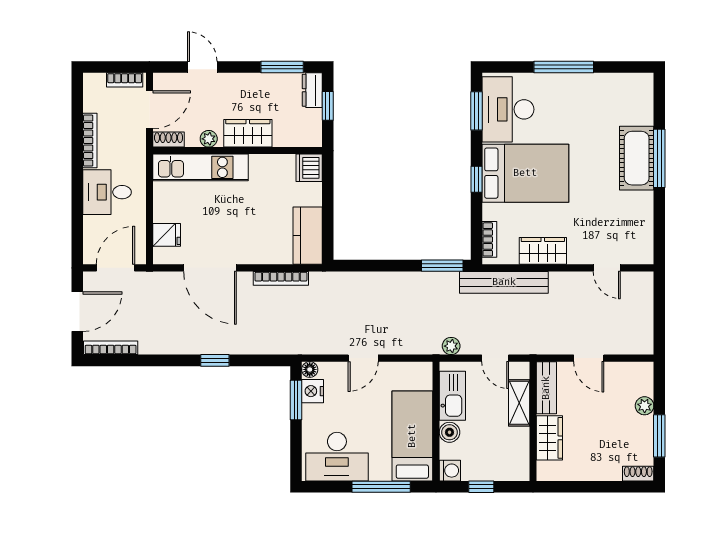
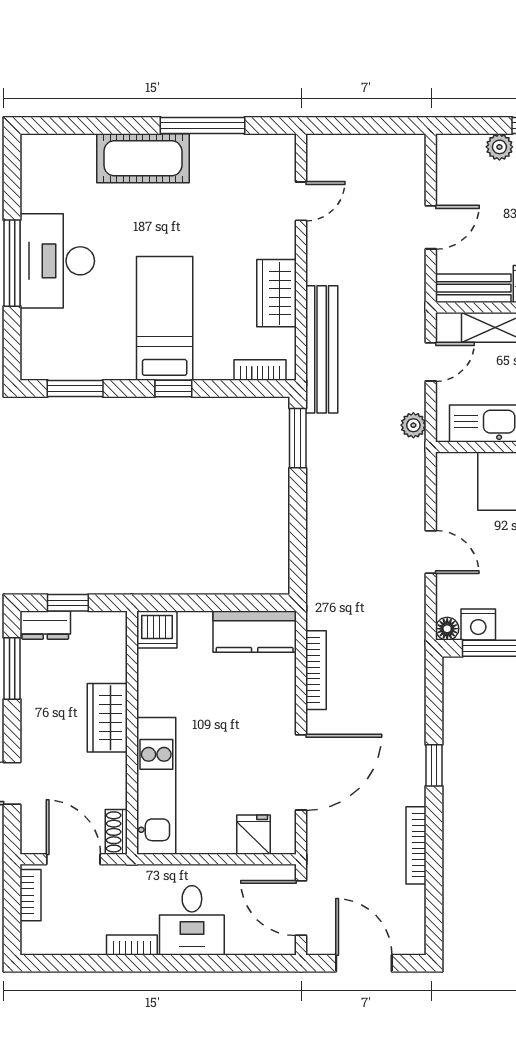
desk: (508, 109) -> (57, 261), moved, turned 90
plant: (209, 139) -> (115, 774), removed
bookcase: (90, 141) -> (132, 945), width x0.64
window: (659, 158) -> (202, 126), moved
bed: (525, 173) -> (165, 318), width x0.67
bookcase: (111, 348) -> (416, 845), moved

